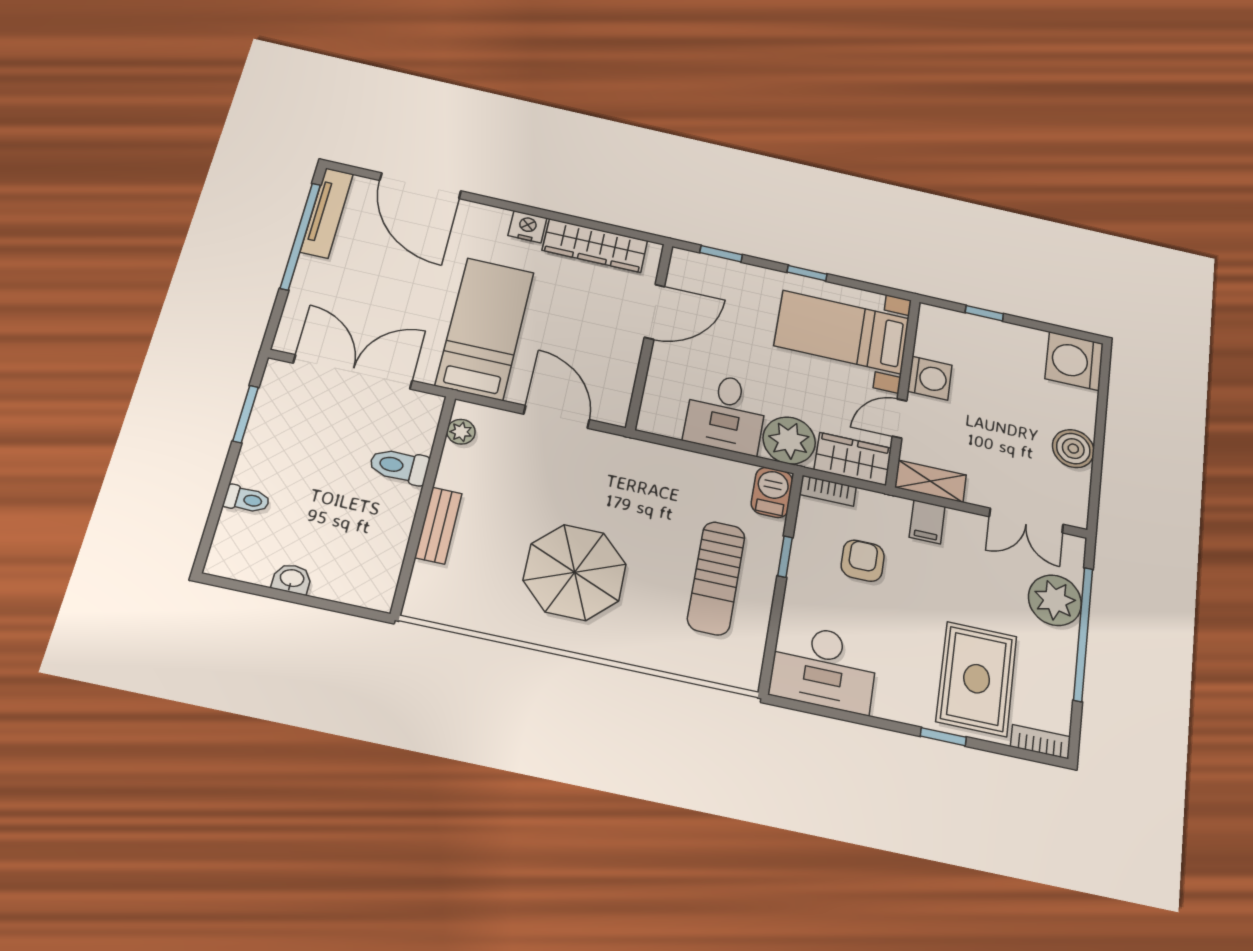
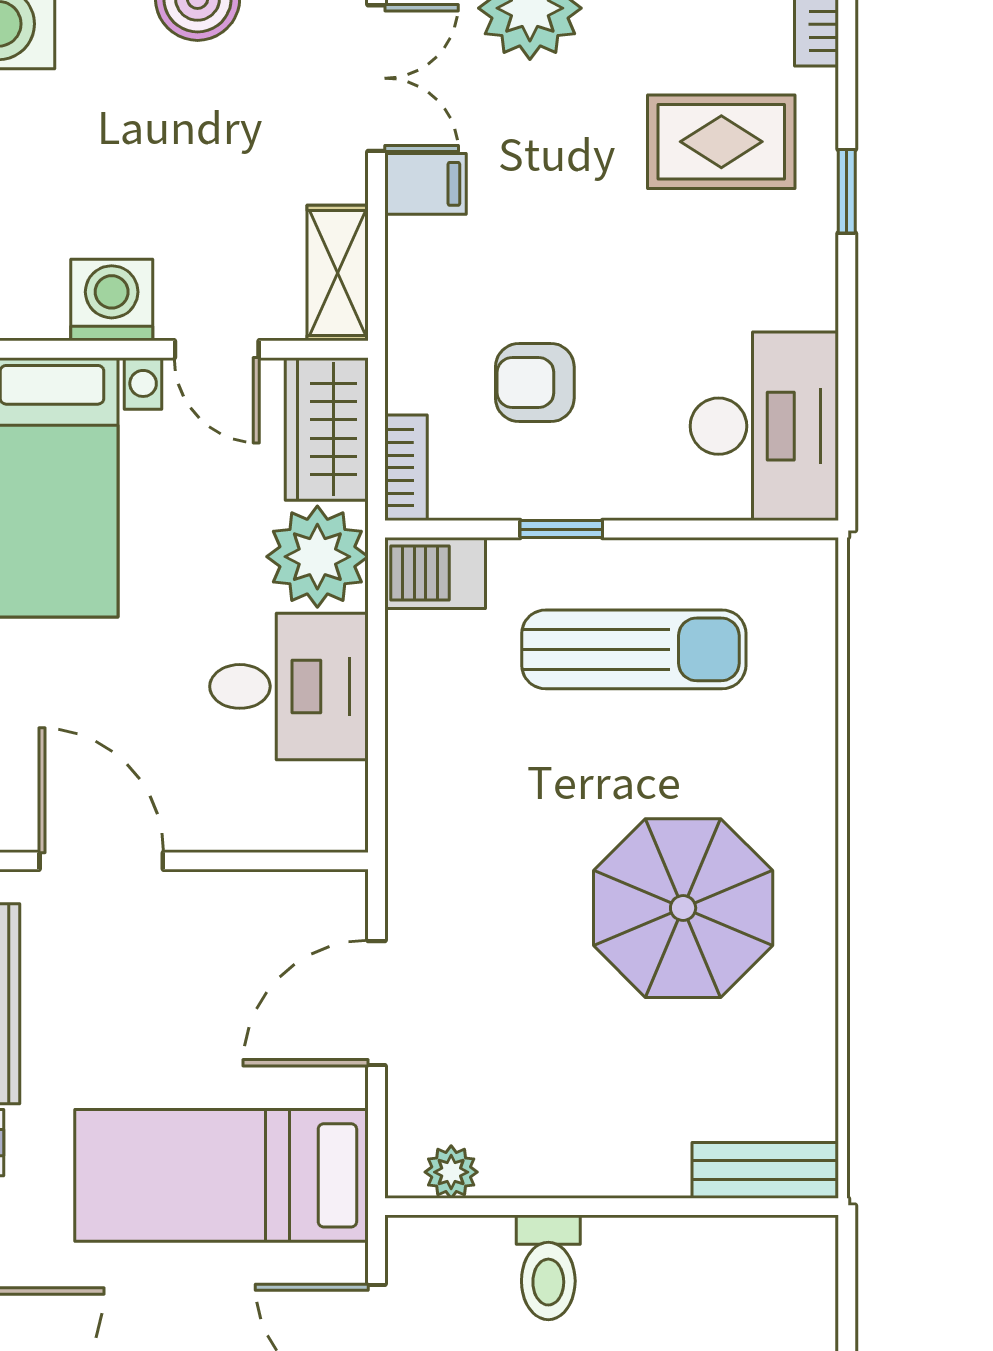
filing cabinet: (927, 522) -> (425, 184), moved
bench: (438, 525) -> (765, 1170), moved
rug: (977, 679) -> (721, 142), width x0.73, depth x0.70

